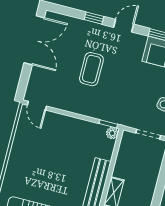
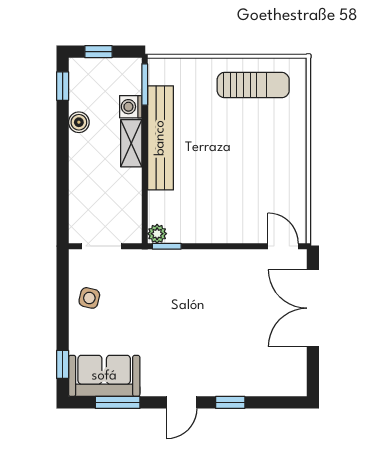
double door: (34, 40) -> (313, 308), moved
coffee table: (91, 69) -> (214, 323), removed

